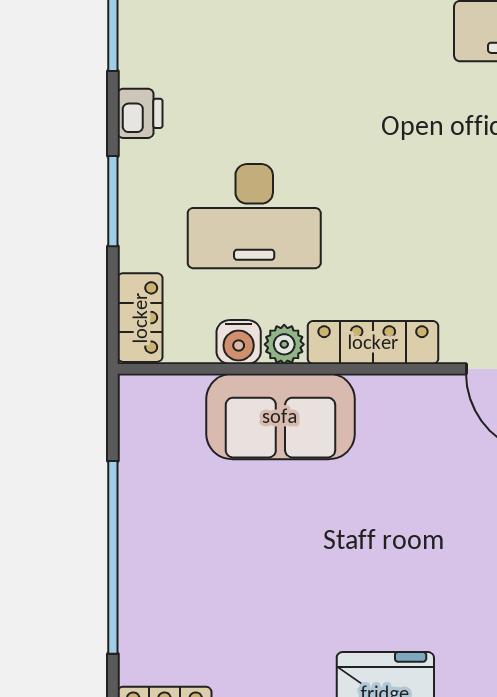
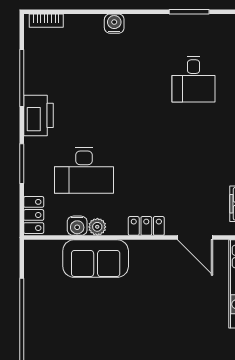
printer: (140, 113) -> (38, 115), width x1.87, depth x1.48
locker: (373, 342) -> (146, 226), width x0.66

